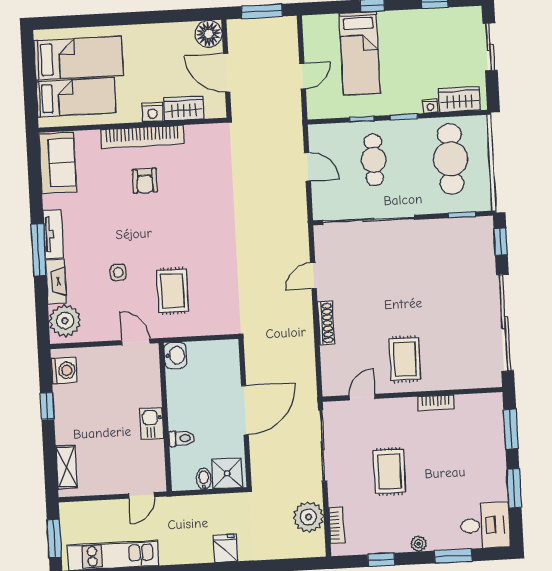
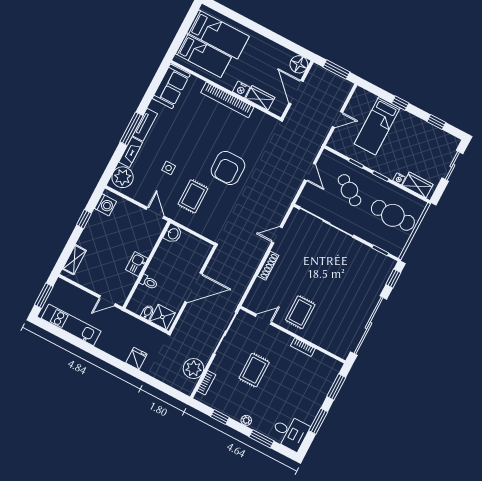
cafe table: (451, 159) -> (393, 215), turned 90
cafe table: (374, 160) -> (349, 190), turned -56
armchair: (145, 181) -> (228, 168), moved, width x1.88, depth x1.88

